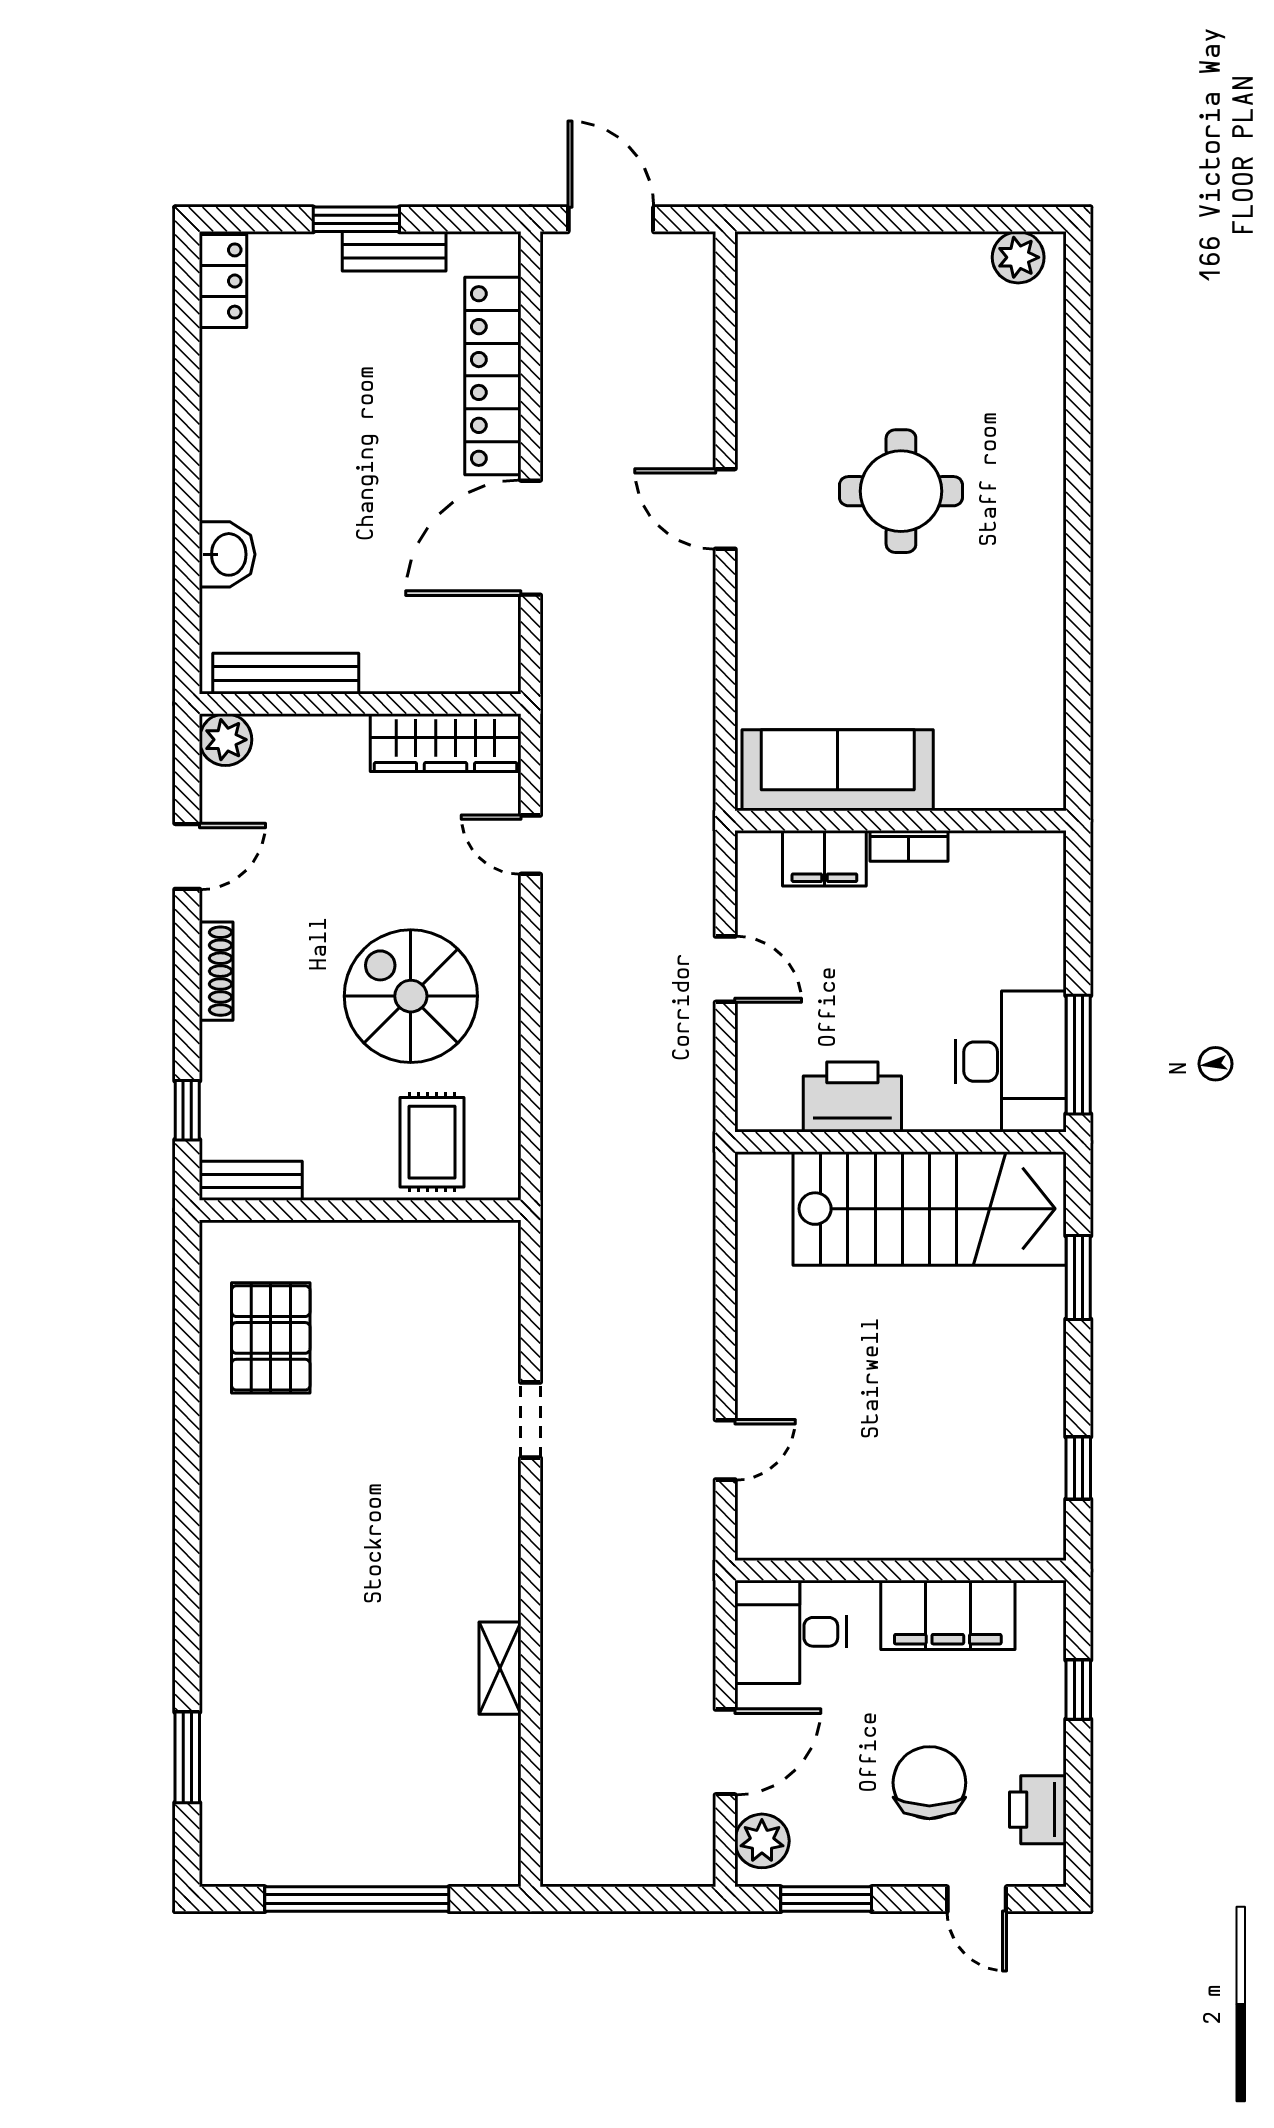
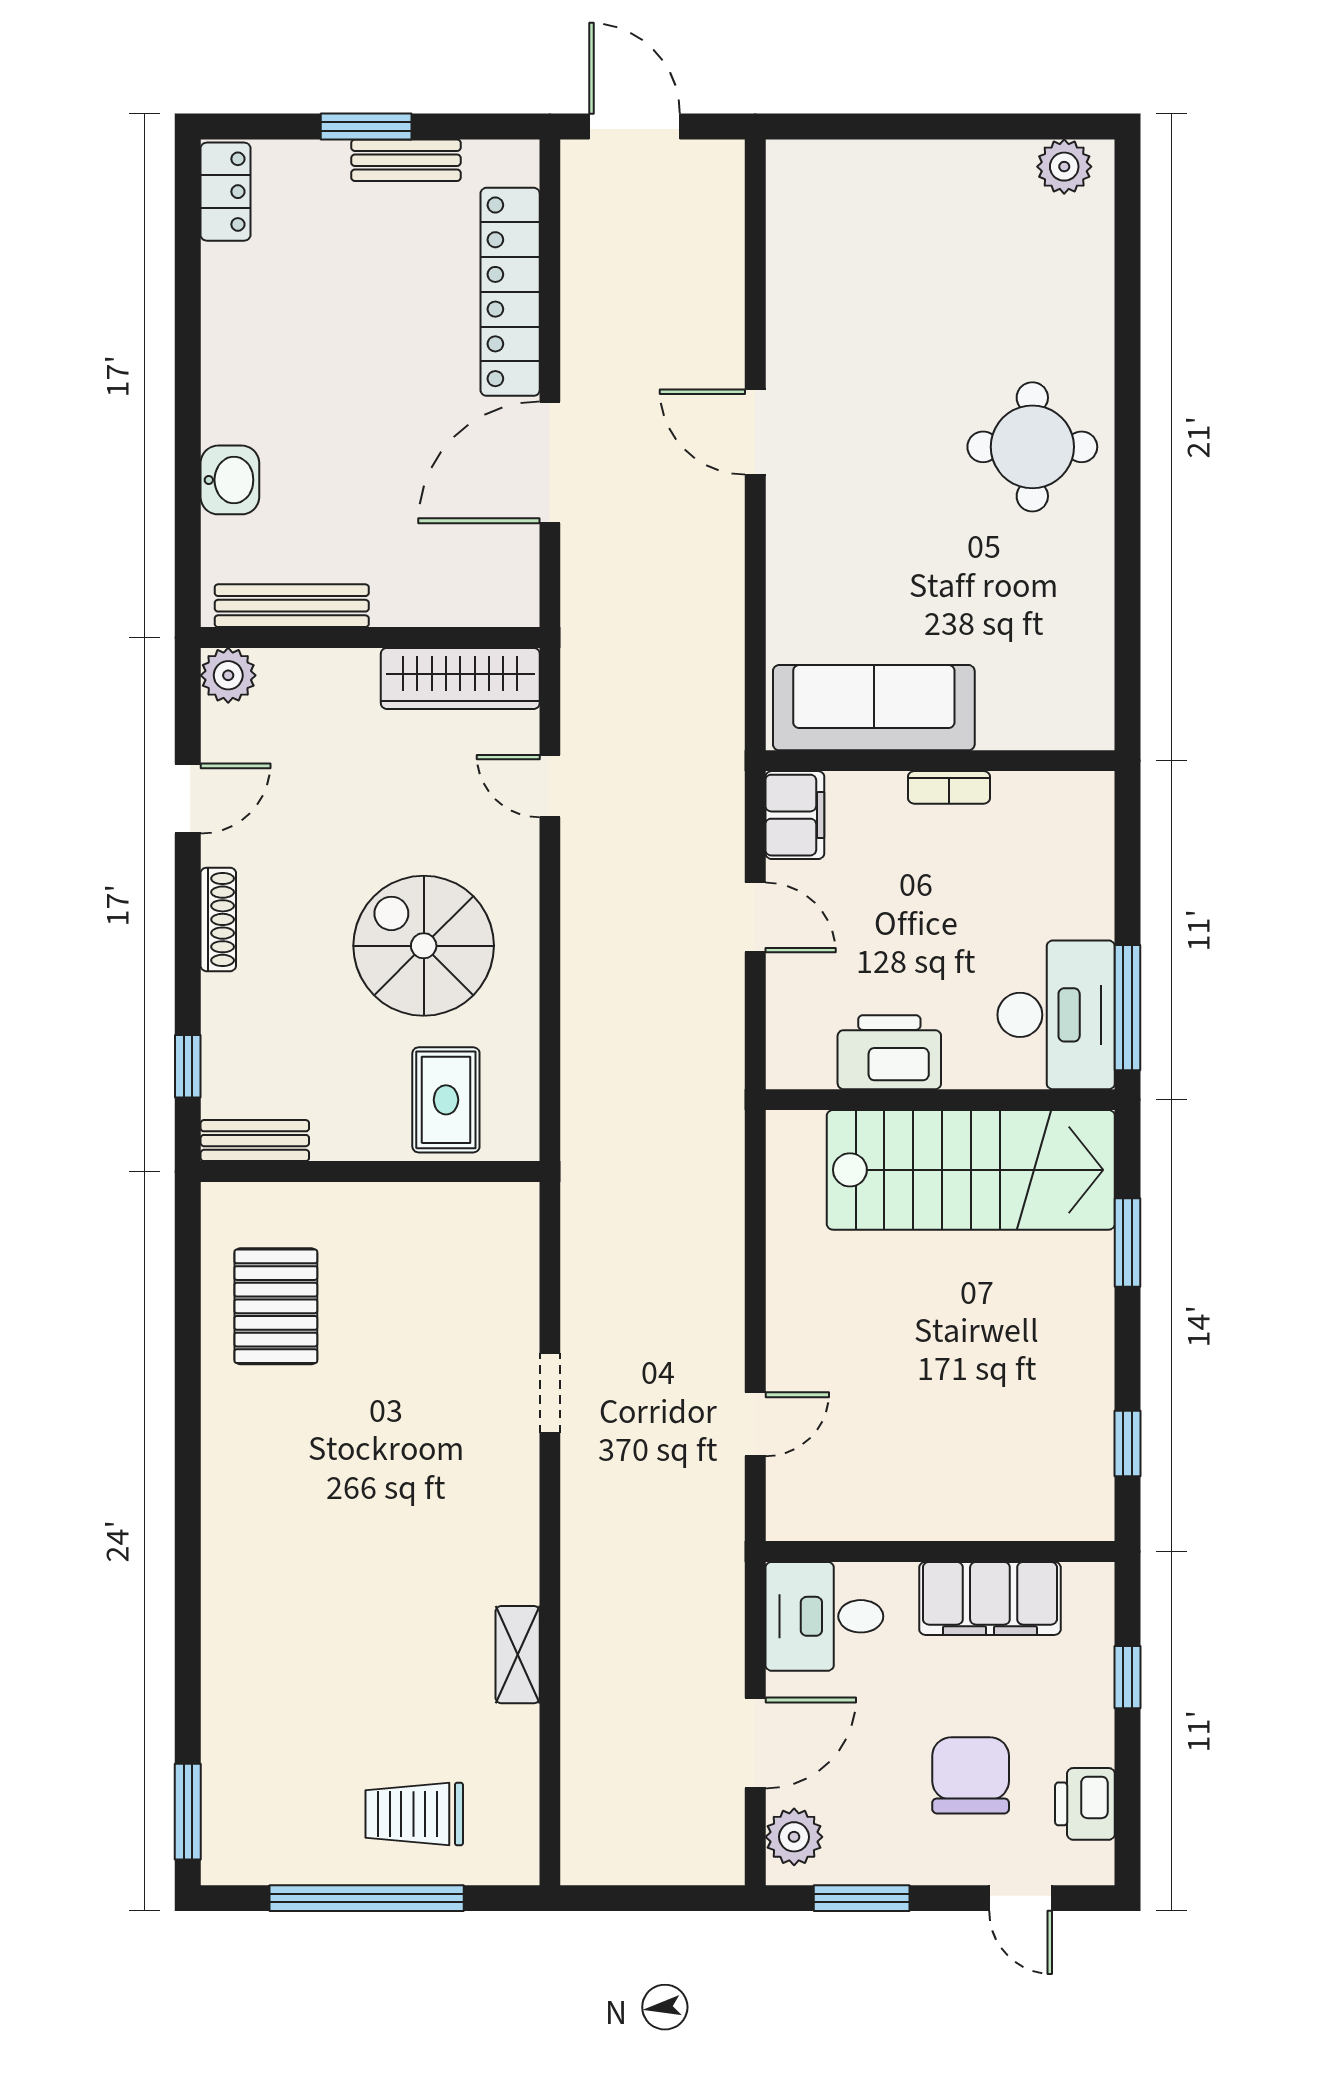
round table: (901, 491) -> (1032, 447), moved
filing cabinet: (824, 858) -> (795, 815), moved, turned -90
window: (187, 1757) -> (188, 1812), moved
trolley: (402, 1819) -> (414, 1814), added

